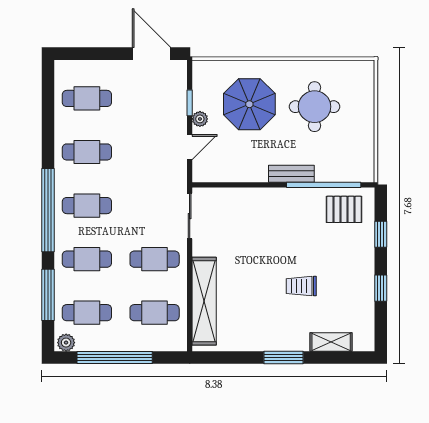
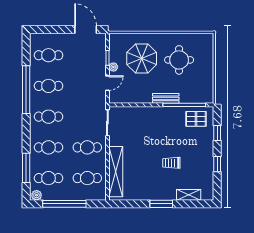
window: (48, 210) -> (26, 90), moved

